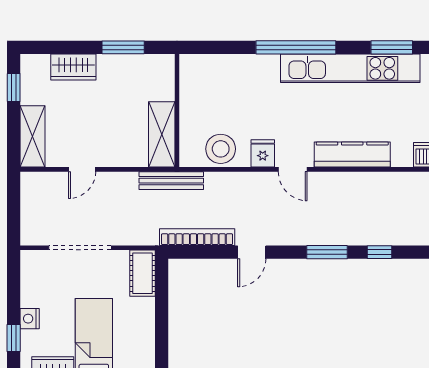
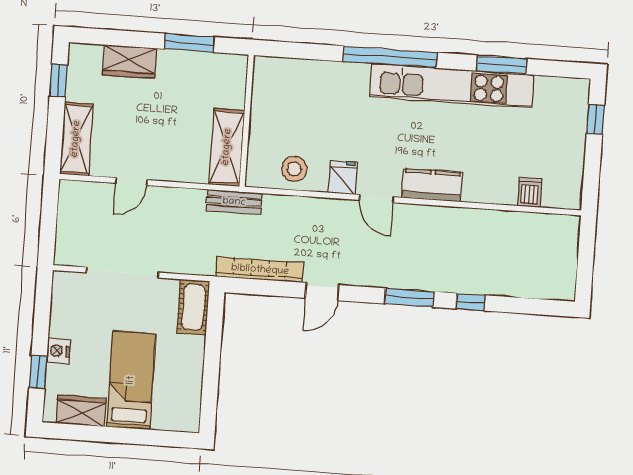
stool: (221, 149) -> (294, 169), width x0.73, depth x0.73
kitchen counter: (352, 155) -> (432, 185), width x0.67
bench: (171, 181) -> (234, 202), width x0.73

